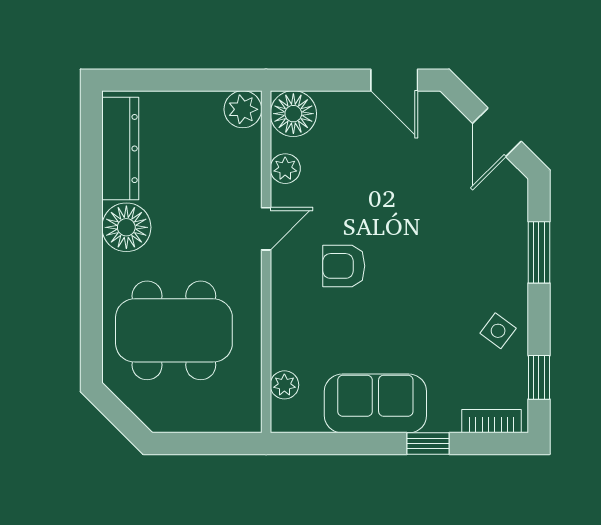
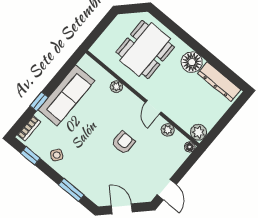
door: (394, 80) -> (167, 190), swing flipped
floor lamp: (293, 114) -> (190, 147), width x0.53, depth x0.53
armchair: (344, 266) -> (123, 143), moved
plant: (284, 385) -> (116, 87), moved
sofa: (375, 403) -> (66, 95), width x1.36

